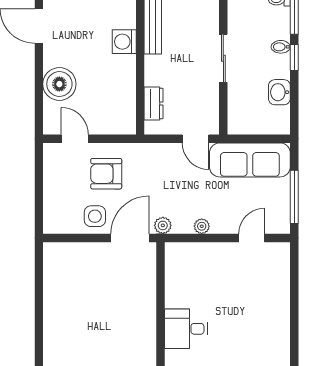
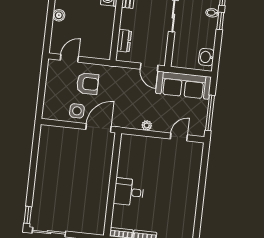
boiler: (59, 84) -> (59, 15), width x0.54, depth x0.54
washbasin: (279, 92) -> (206, 57), moved
door: (75, 139) -> (69, 58), hinge flipped
armchair: (106, 174) -> (88, 84), turned 180
plant: (163, 225) -> (121, 122), removed

